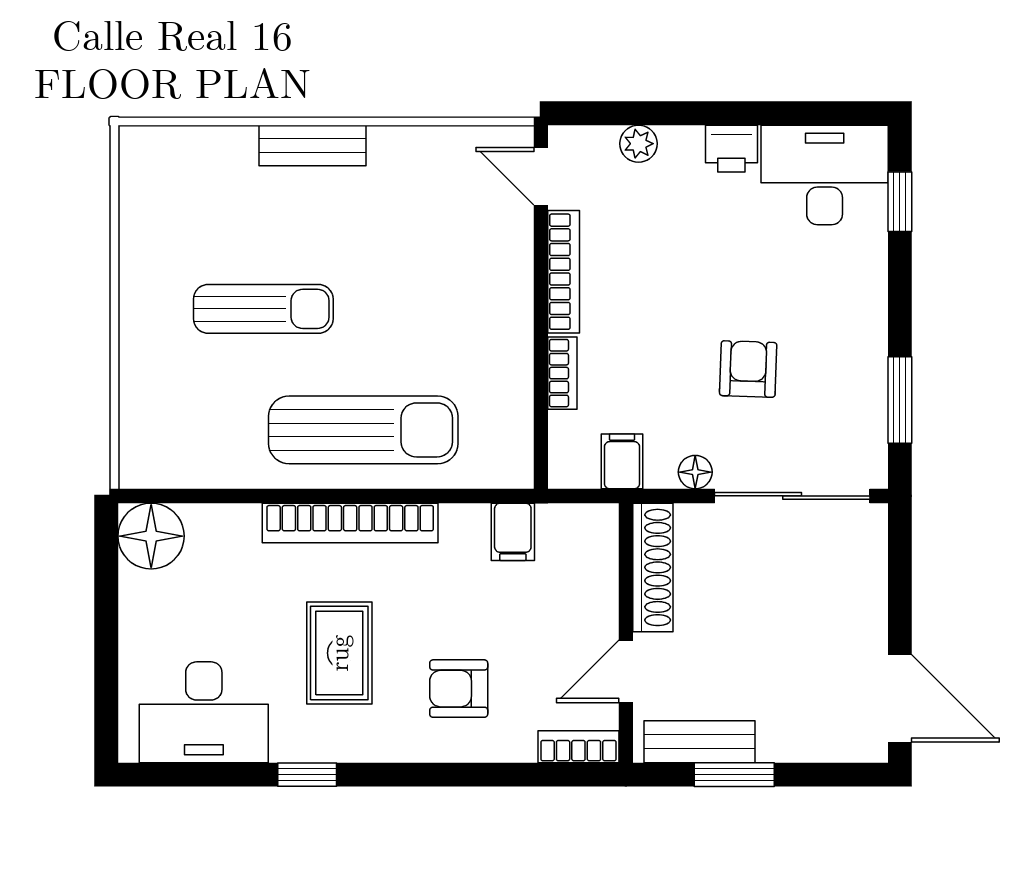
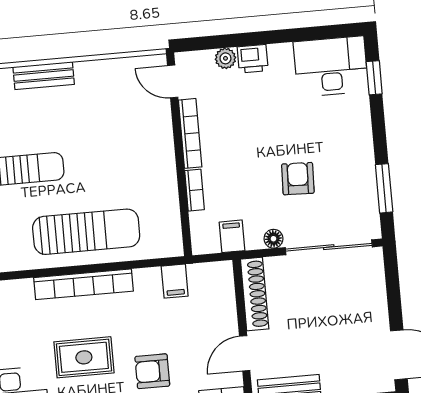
printer: (731, 149) -> (253, 59), moved
rug: (339, 653) -> (84, 357), turned 90

